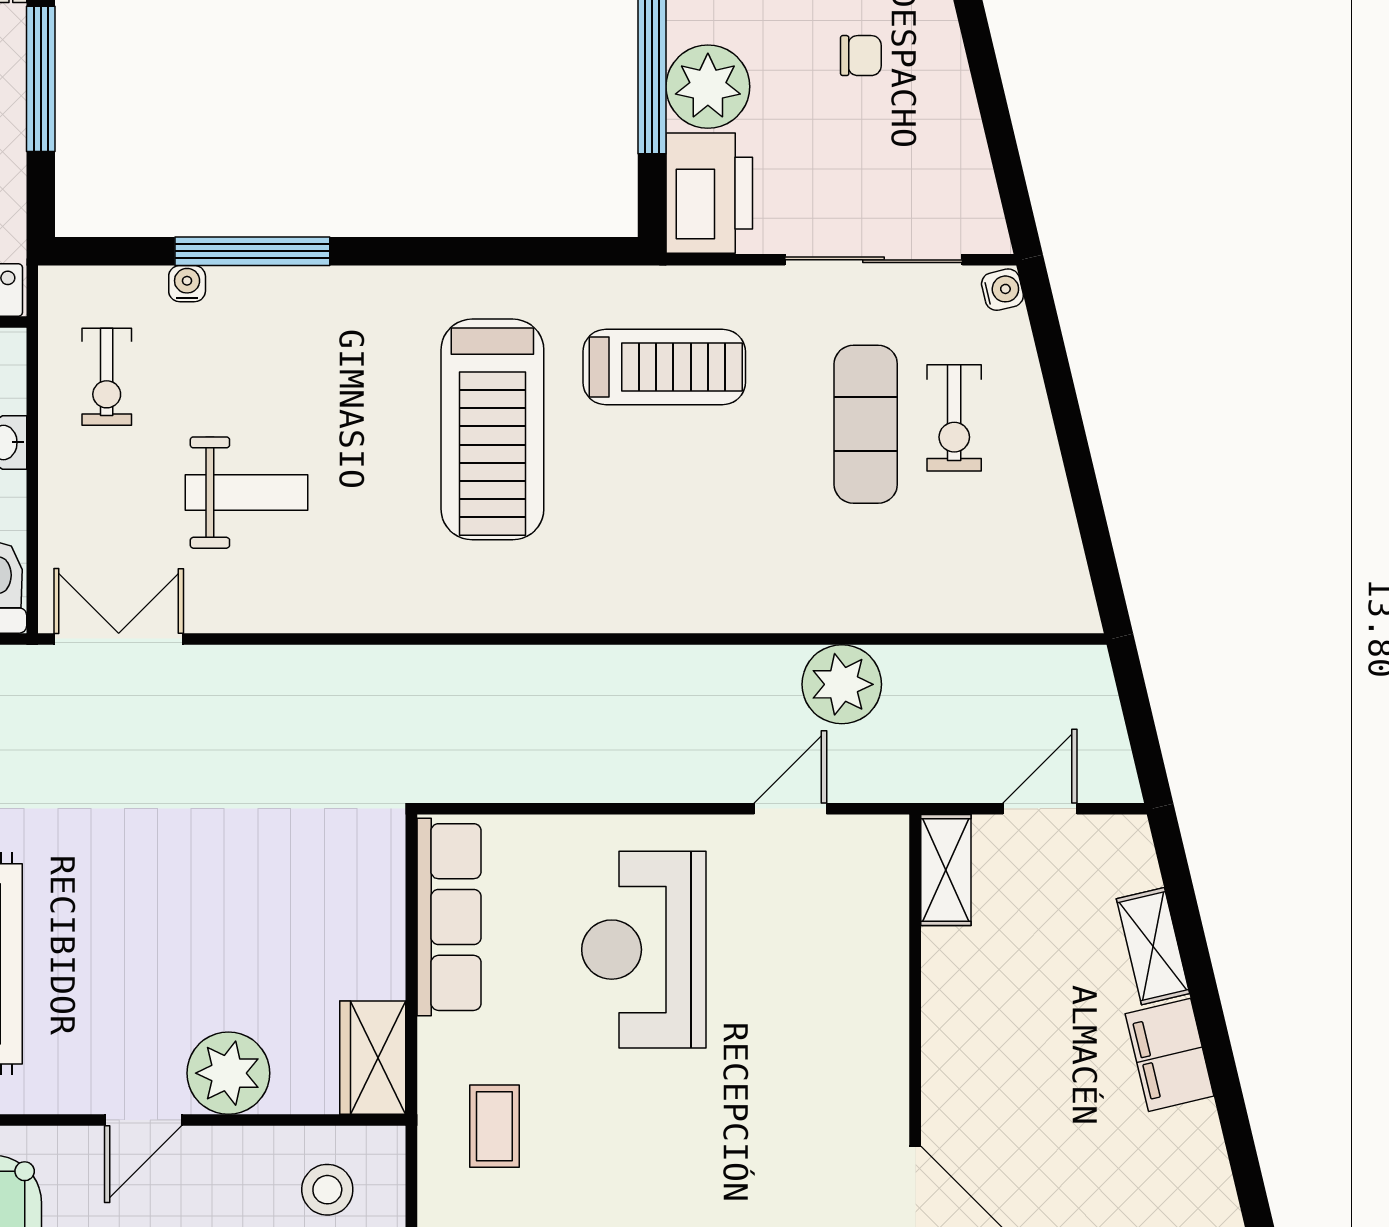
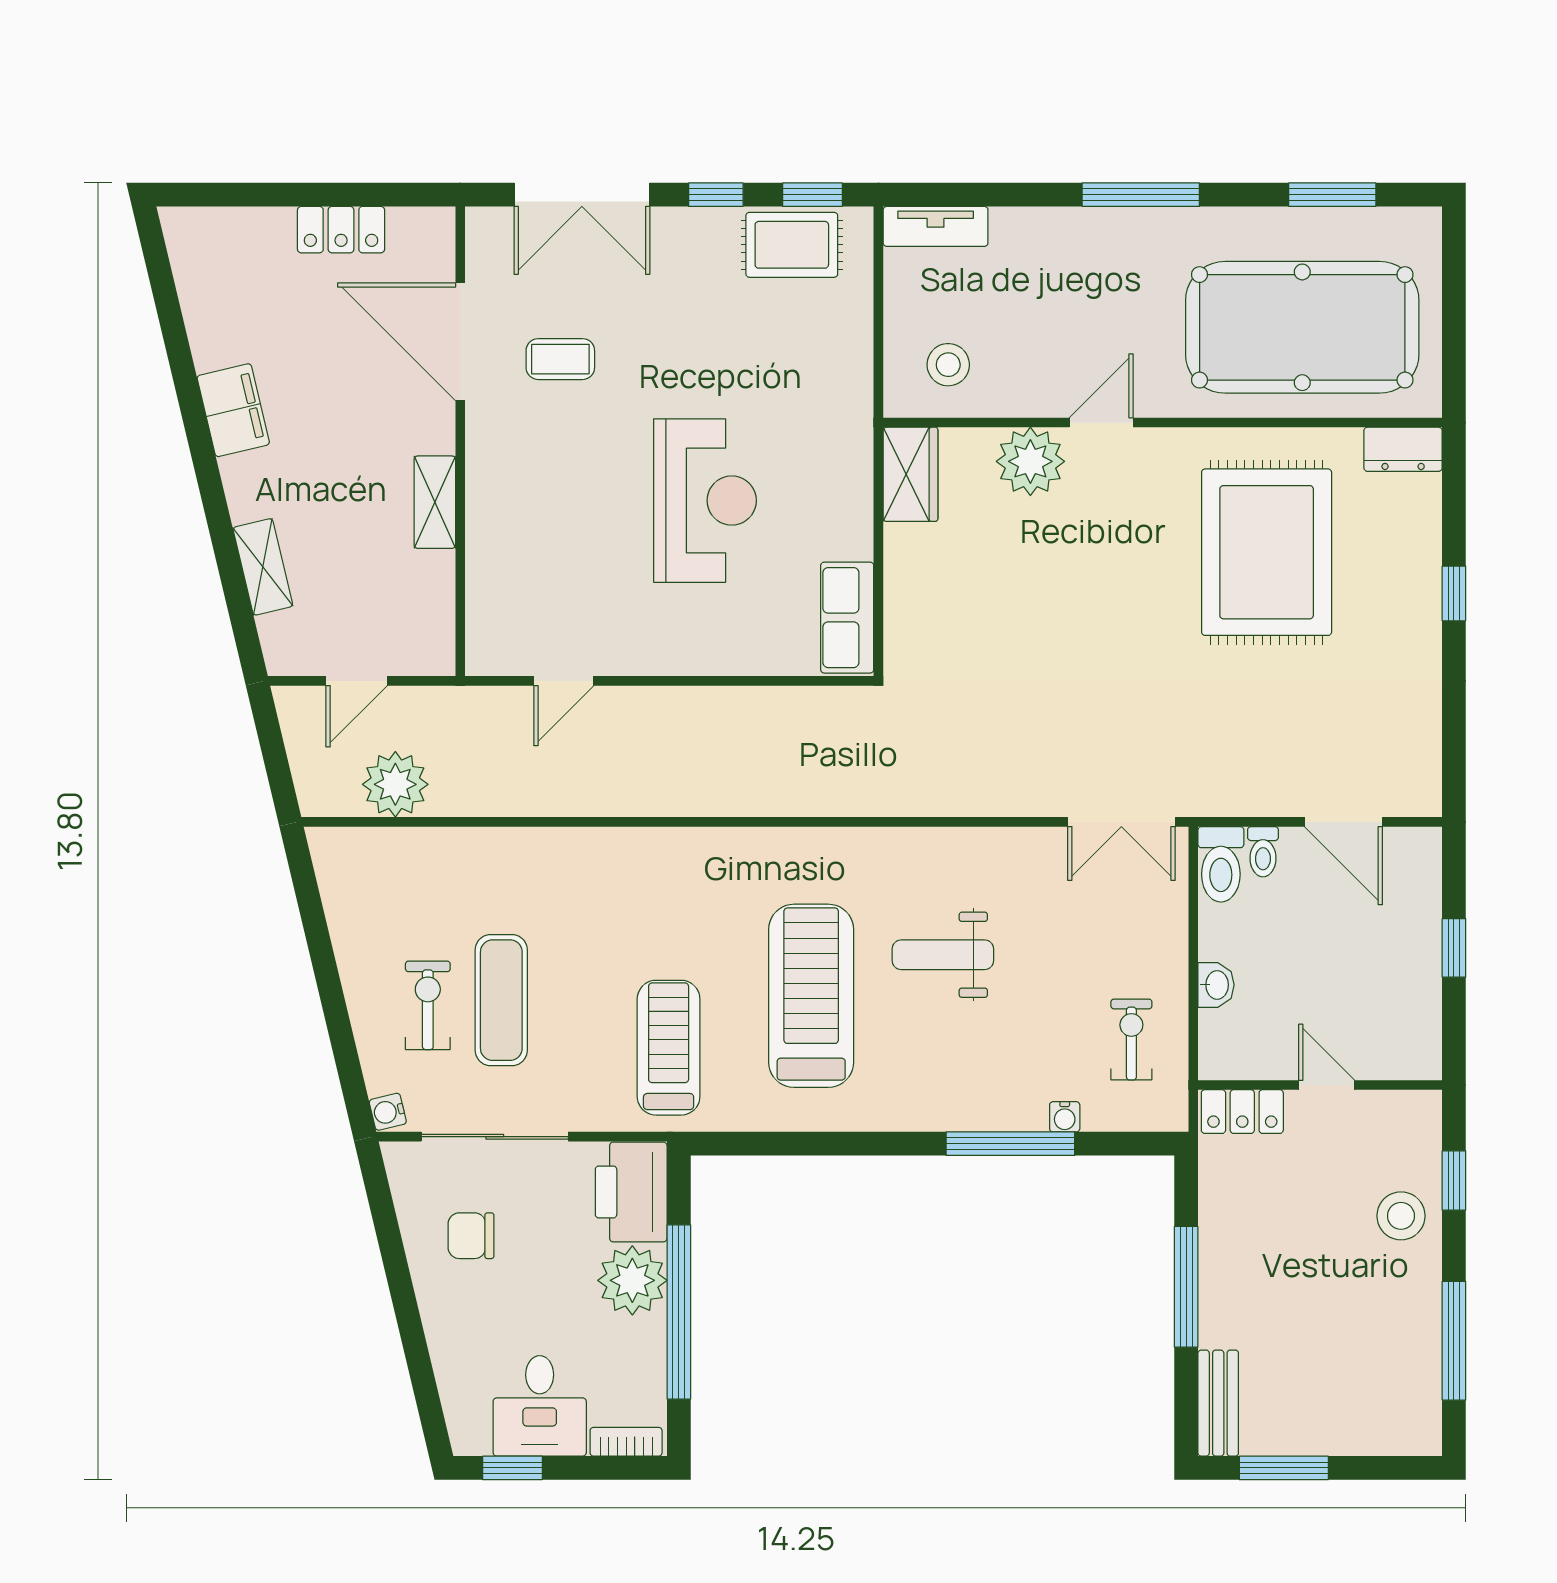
chair: (861, 56) -> (471, 1236), moved, width x1.37, depth x1.37
treadmill: (664, 367) -> (669, 1048), turned 90
weight bench: (247, 493) -> (943, 955), moved
plant: (842, 684) -> (395, 784), moved
shelving: (946, 870) -> (435, 502), moved
row of seats: (449, 917) -> (847, 618), width x0.68
reception desk: (644, 950) -> (705, 501), moved
filing cabinet: (1170, 1055) -> (233, 410), moved
coffee table: (494, 1126) -> (560, 359), moved, turned 90

